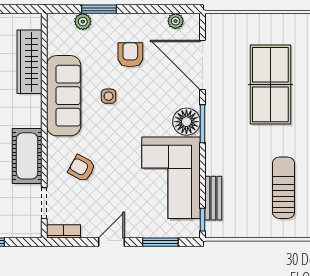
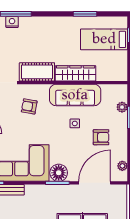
wardrobe: (29, 62) -> (76, 73), moved
armchair: (82, 168) -> (29, 106), turned -109

